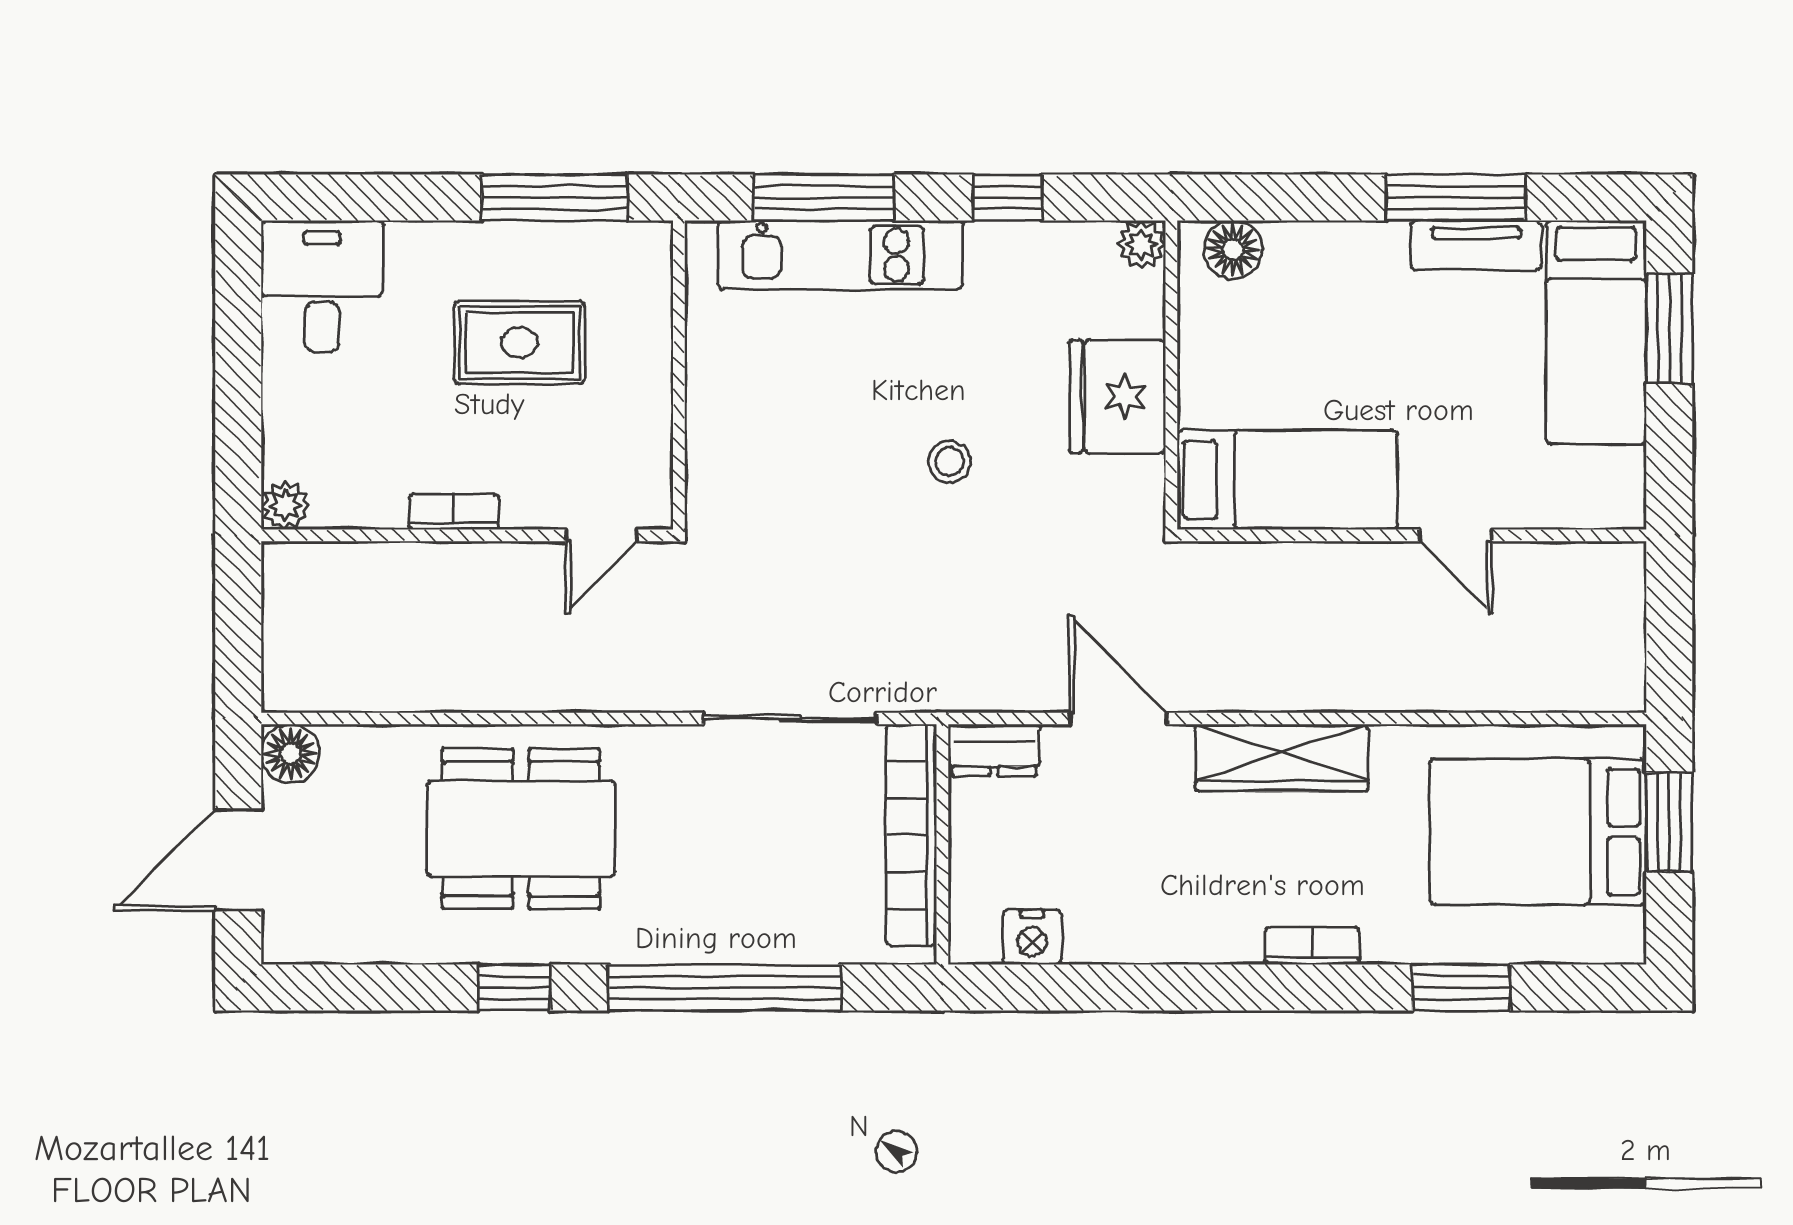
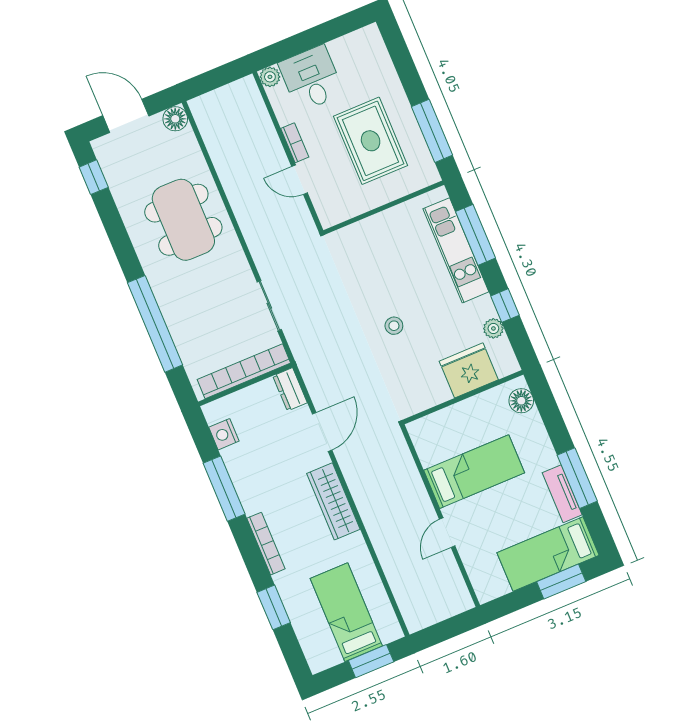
plant: (1142, 244) -> (493, 328), moved
desk: (322, 286) -> (311, 78), moved, turned -90
rug: (519, 342) -> (371, 141), width x1.36, depth x1.43
fridge: (1117, 396) -> (469, 370), moved
bed: (1287, 480) -> (474, 472), moved, turned -90
door: (602, 535) -> (299, 180), moved
sliding door: (790, 718) -> (269, 306), width x0.73
bed: (1538, 832) -> (346, 612), width x0.67
bookcase: (1312, 946) -> (266, 544), width x1.56
window: (514, 988) -> (94, 177), moved
window: (1152, 988) -> (224, 489), added

